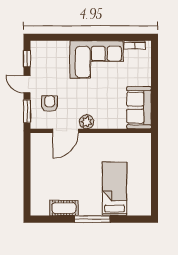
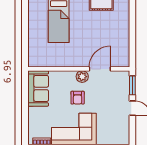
window: (27, 59) -> (132, 130), removed
armchair: (50, 104) -> (78, 98), moved

